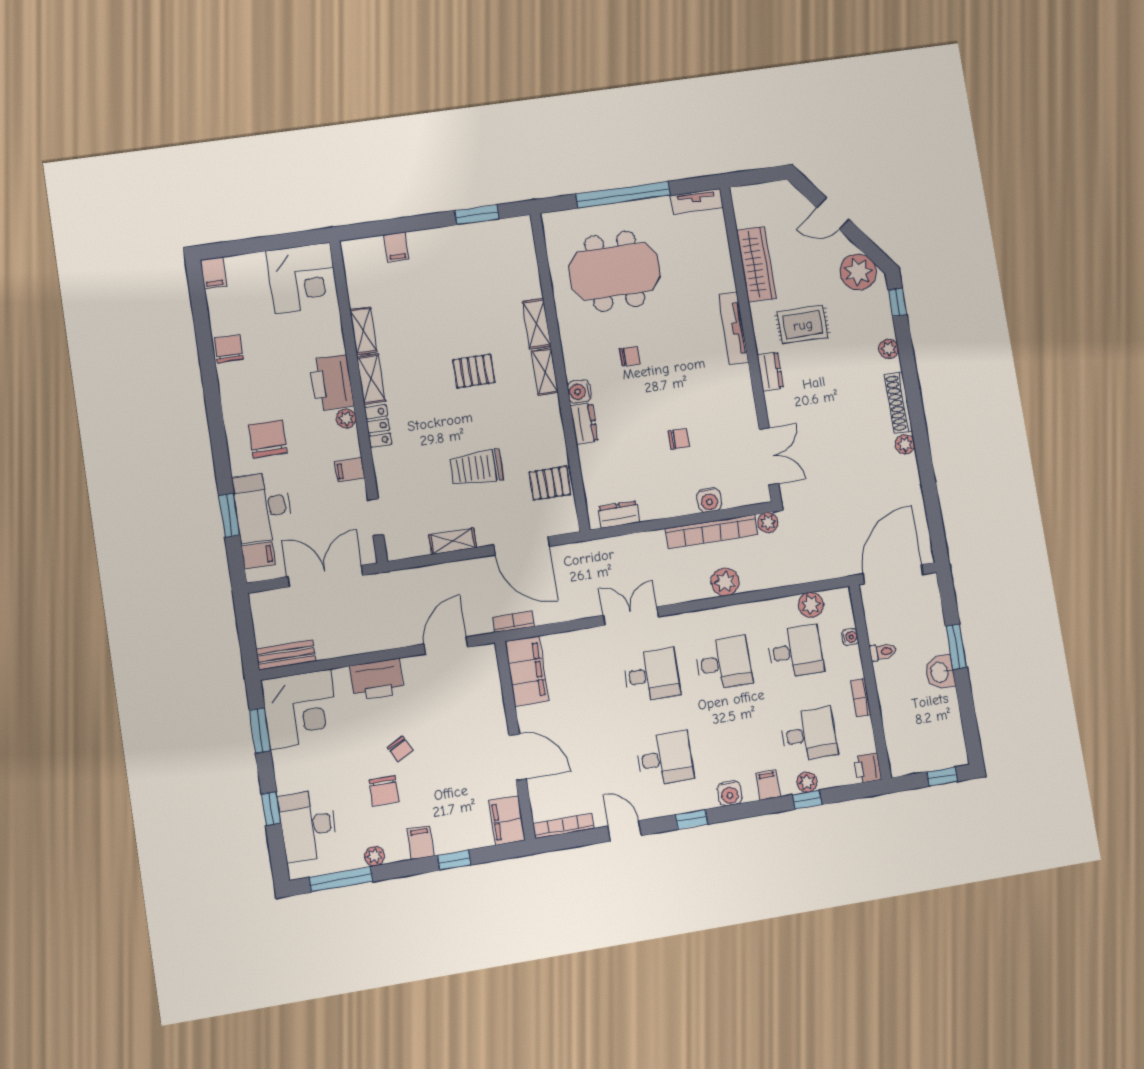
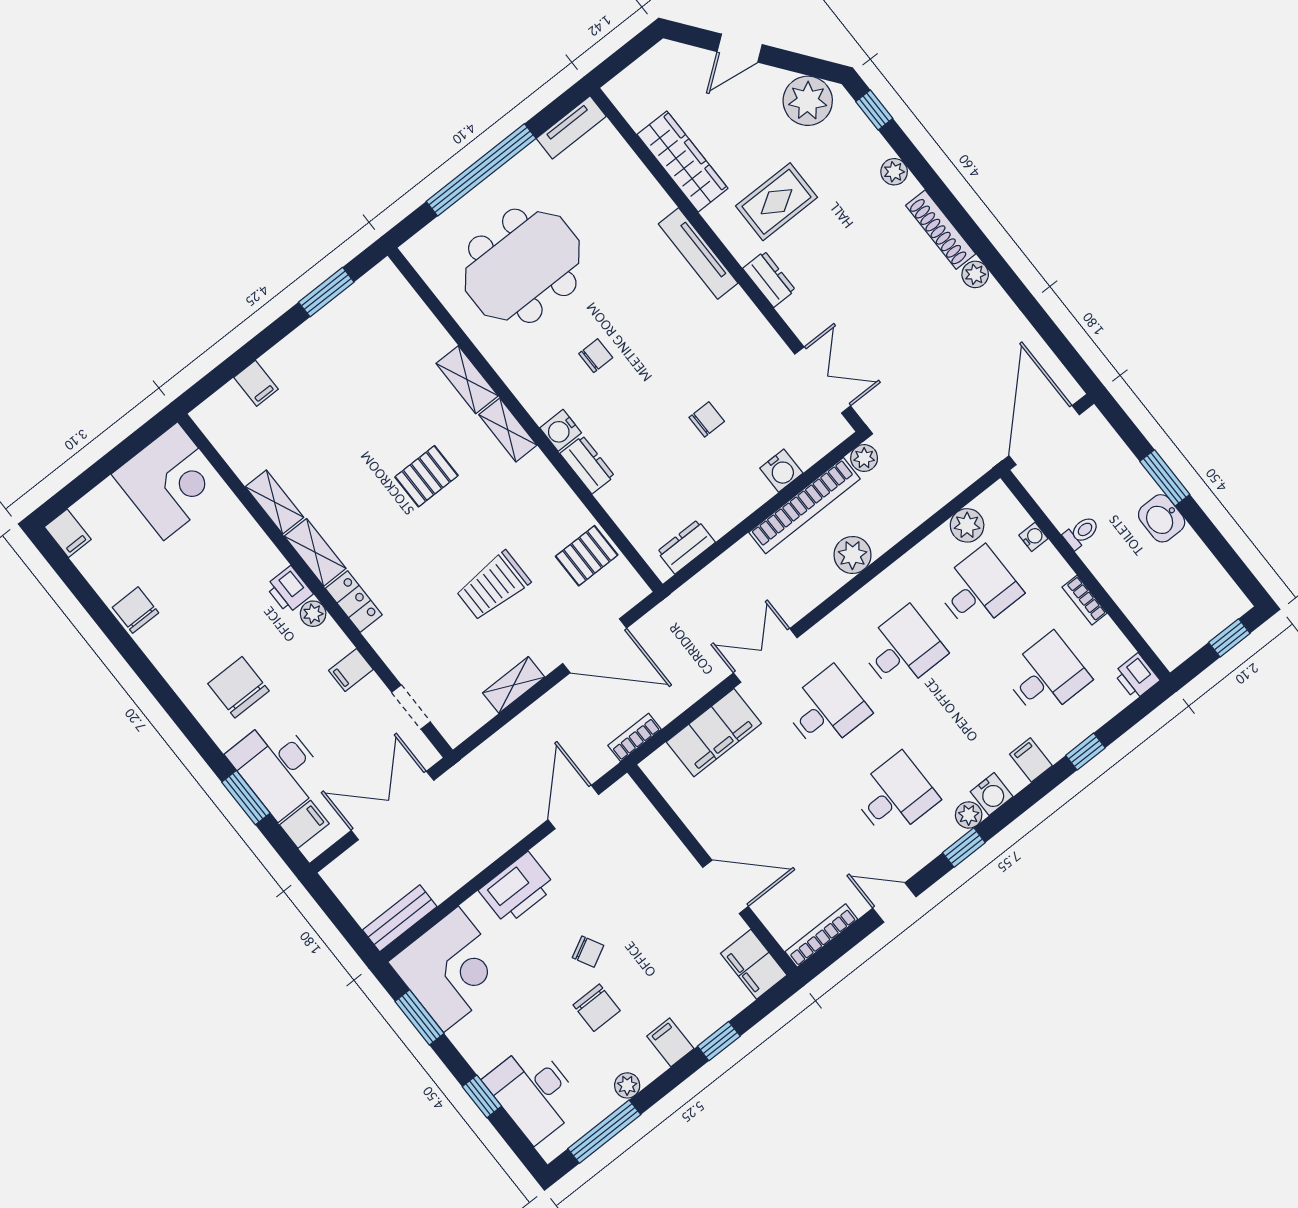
printer: (332, 383) -> (289, 590), width x0.53, depth x0.68
filing cabinet: (527, 671) -> (714, 733), moved, turned 90
plant: (807, 782) -> (969, 815), moved

